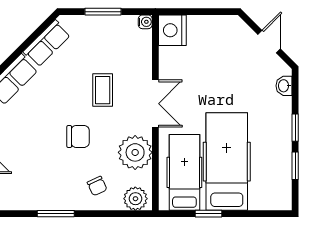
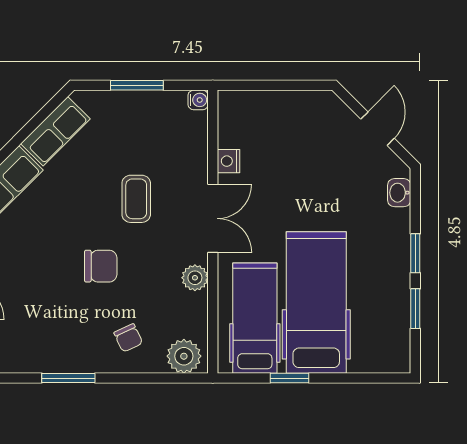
nightstand: (172, 30) -> (229, 161), moved, width x0.53, depth x0.56
plant: (135, 152) -> (195, 278), width x0.53, depth x0.53

